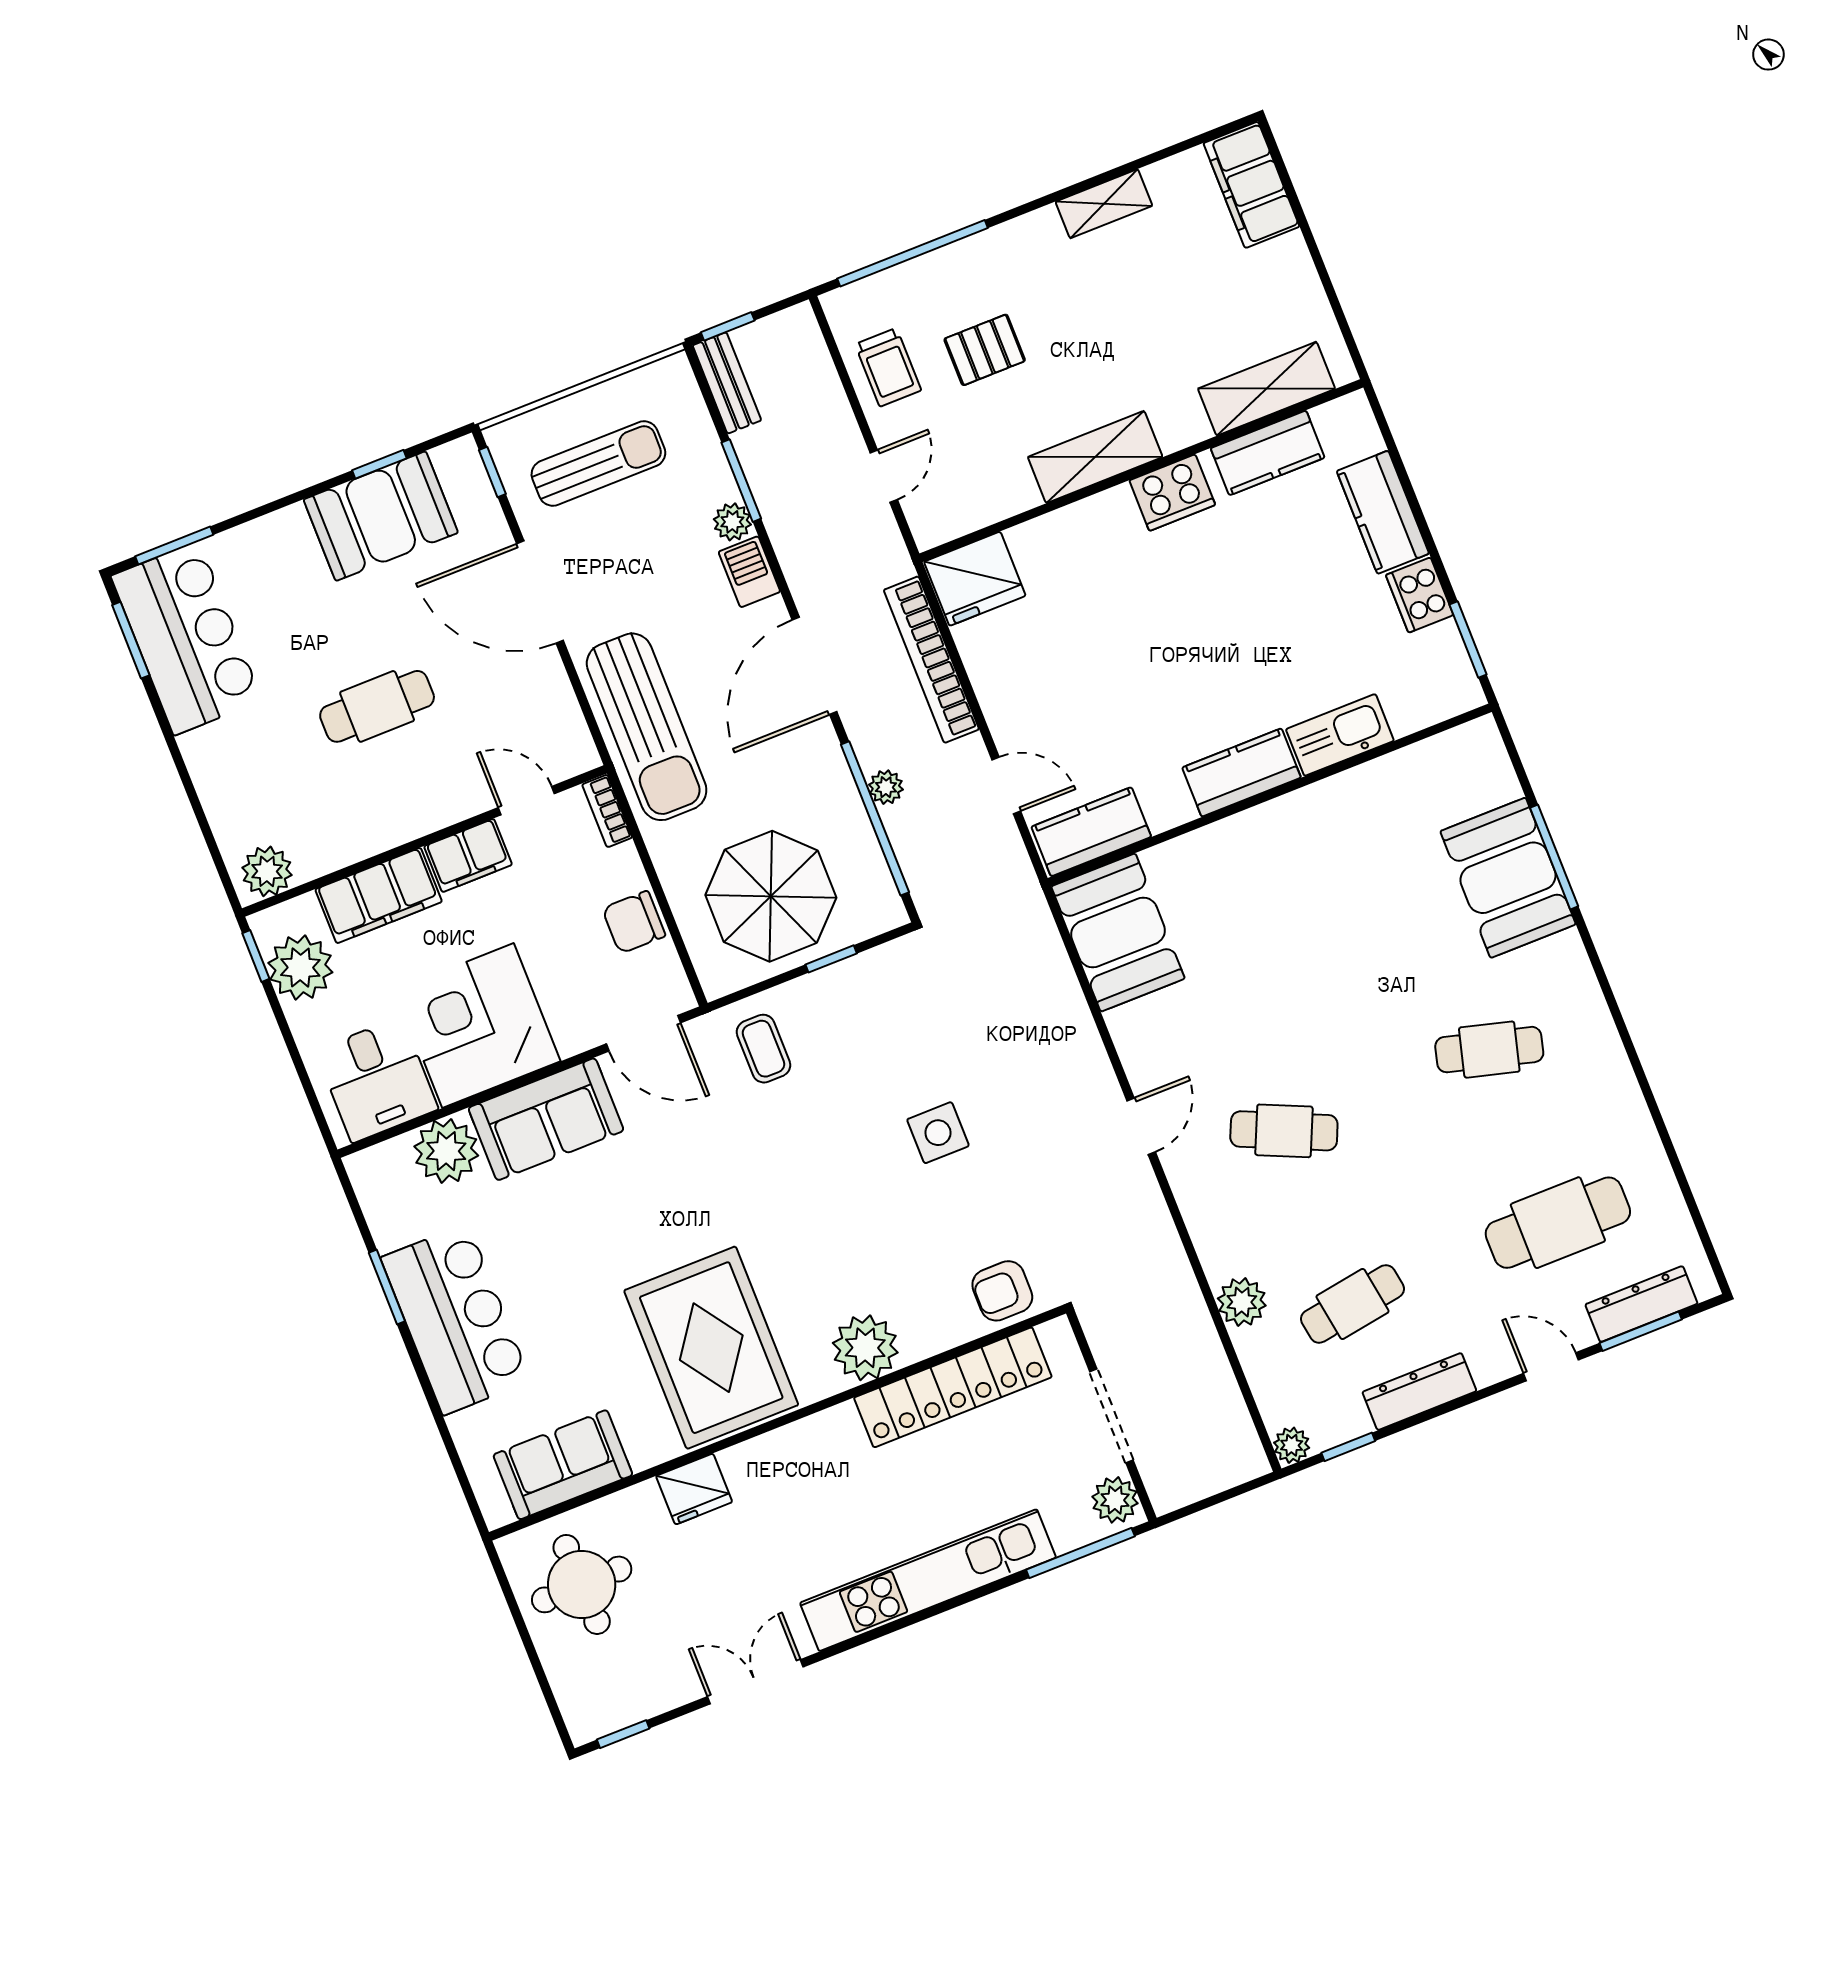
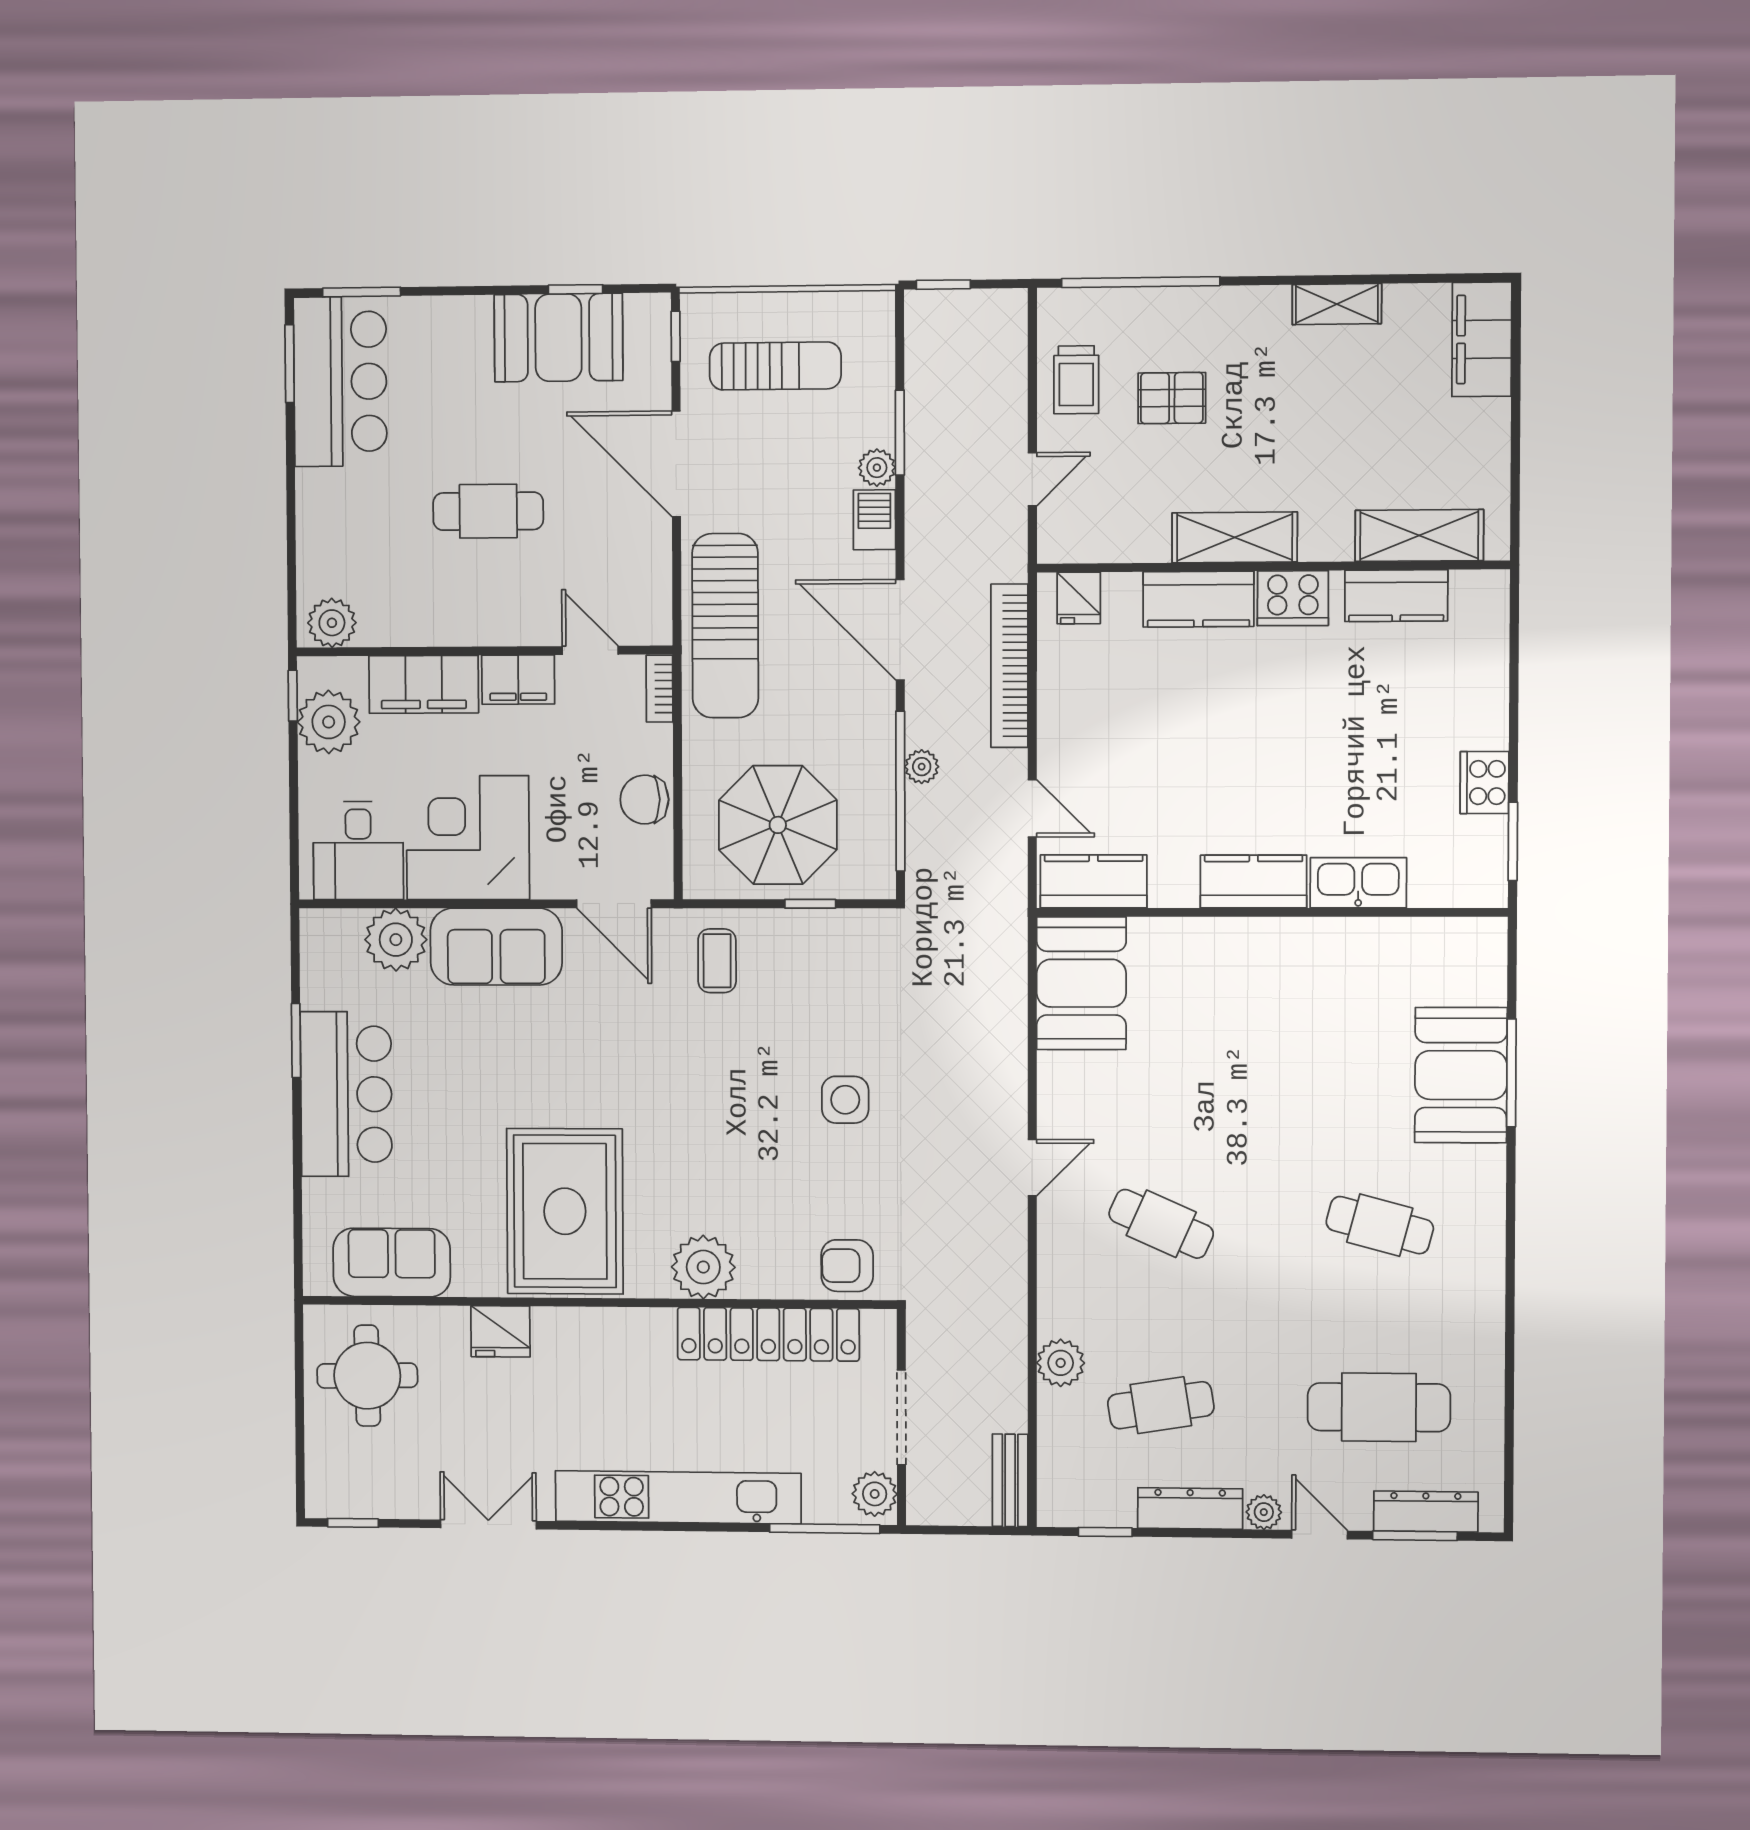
bench: (727, 383) -> (1010, 1480), moved
kitchen counter: (1383, 512) -> (1198, 599), moved, turned -90
fridge: (975, 579) -> (1079, 598), width x0.53, depth x0.75
door: (815, 666) -> (900, 630), hinge flipped
plant: (1292, 1445) -> (1264, 1512), moved

